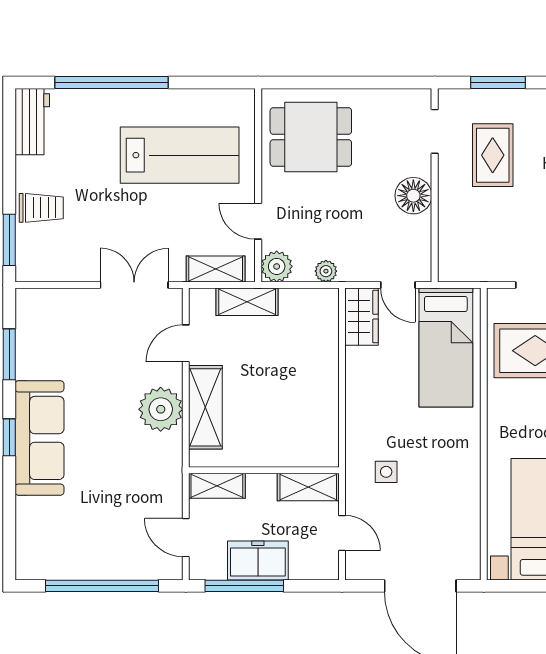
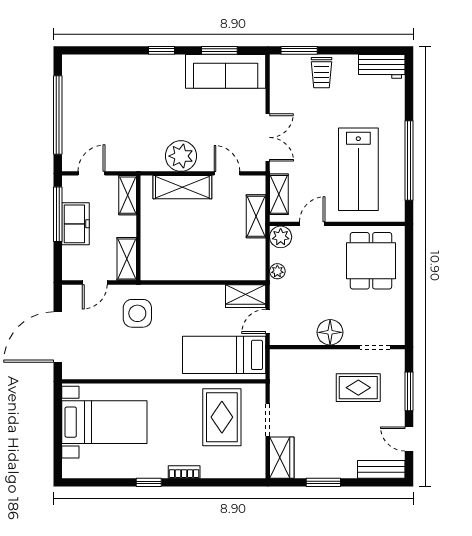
window: (112, 82) -> (409, 160), moved
sofa: (39, 438) -> (226, 71), moved
side table: (386, 472) -> (137, 313), width x1.87, depth x1.87

